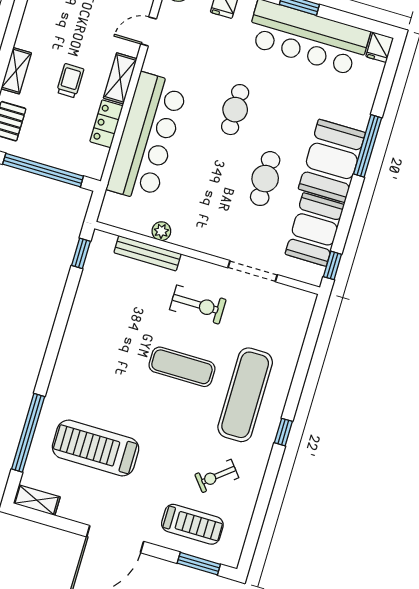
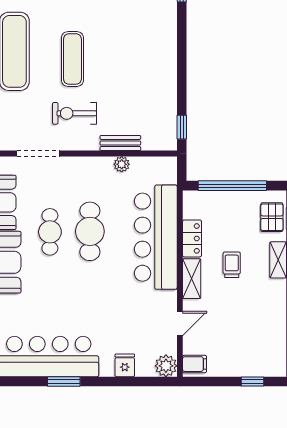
trolley: (70, 81) -> (232, 265), turned 180
cafe table: (235, 110) -> (90, 231), moved, width x1.37, depth x1.35
bench: (147, 253) -> (120, 143), width x0.73
exercise mat: (182, 367) -> (72, 59), turned 90

